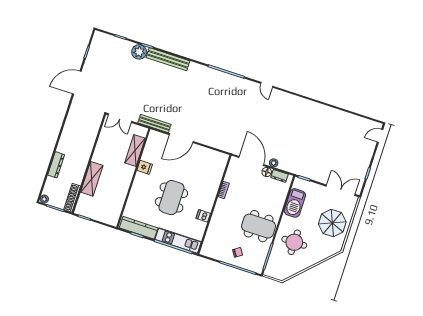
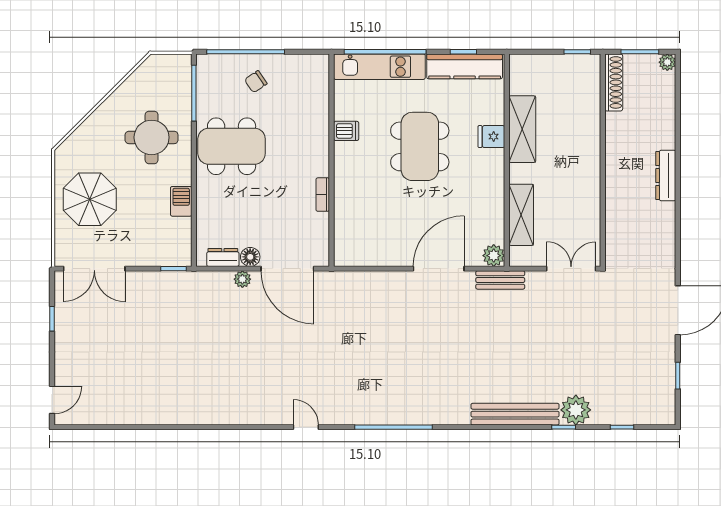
bench: (154, 124) -> (500, 280), width x0.73
plant: (154, 136) -> (494, 256), added
dresser: (56, 165) -> (666, 176), moved
fridge: (145, 167) -> (491, 137), moved
shelving: (92, 179) -> (522, 129), moved
barbecue: (295, 203) -> (181, 201), width x0.53, depth x0.65

